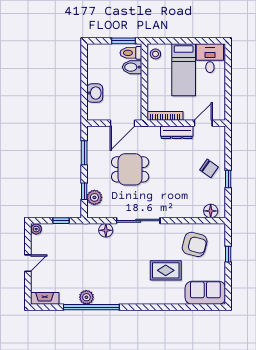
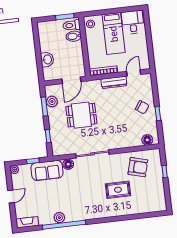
plant: (94, 197) -> (52, 102), moved
sofa: (205, 293) -> (47, 170), moved, turned 180

